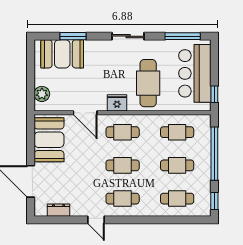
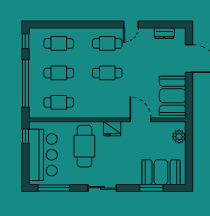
cafe table: (123, 132) -> (107, 102), removed
door: (96, 220) -> (131, 24), swing flipped

